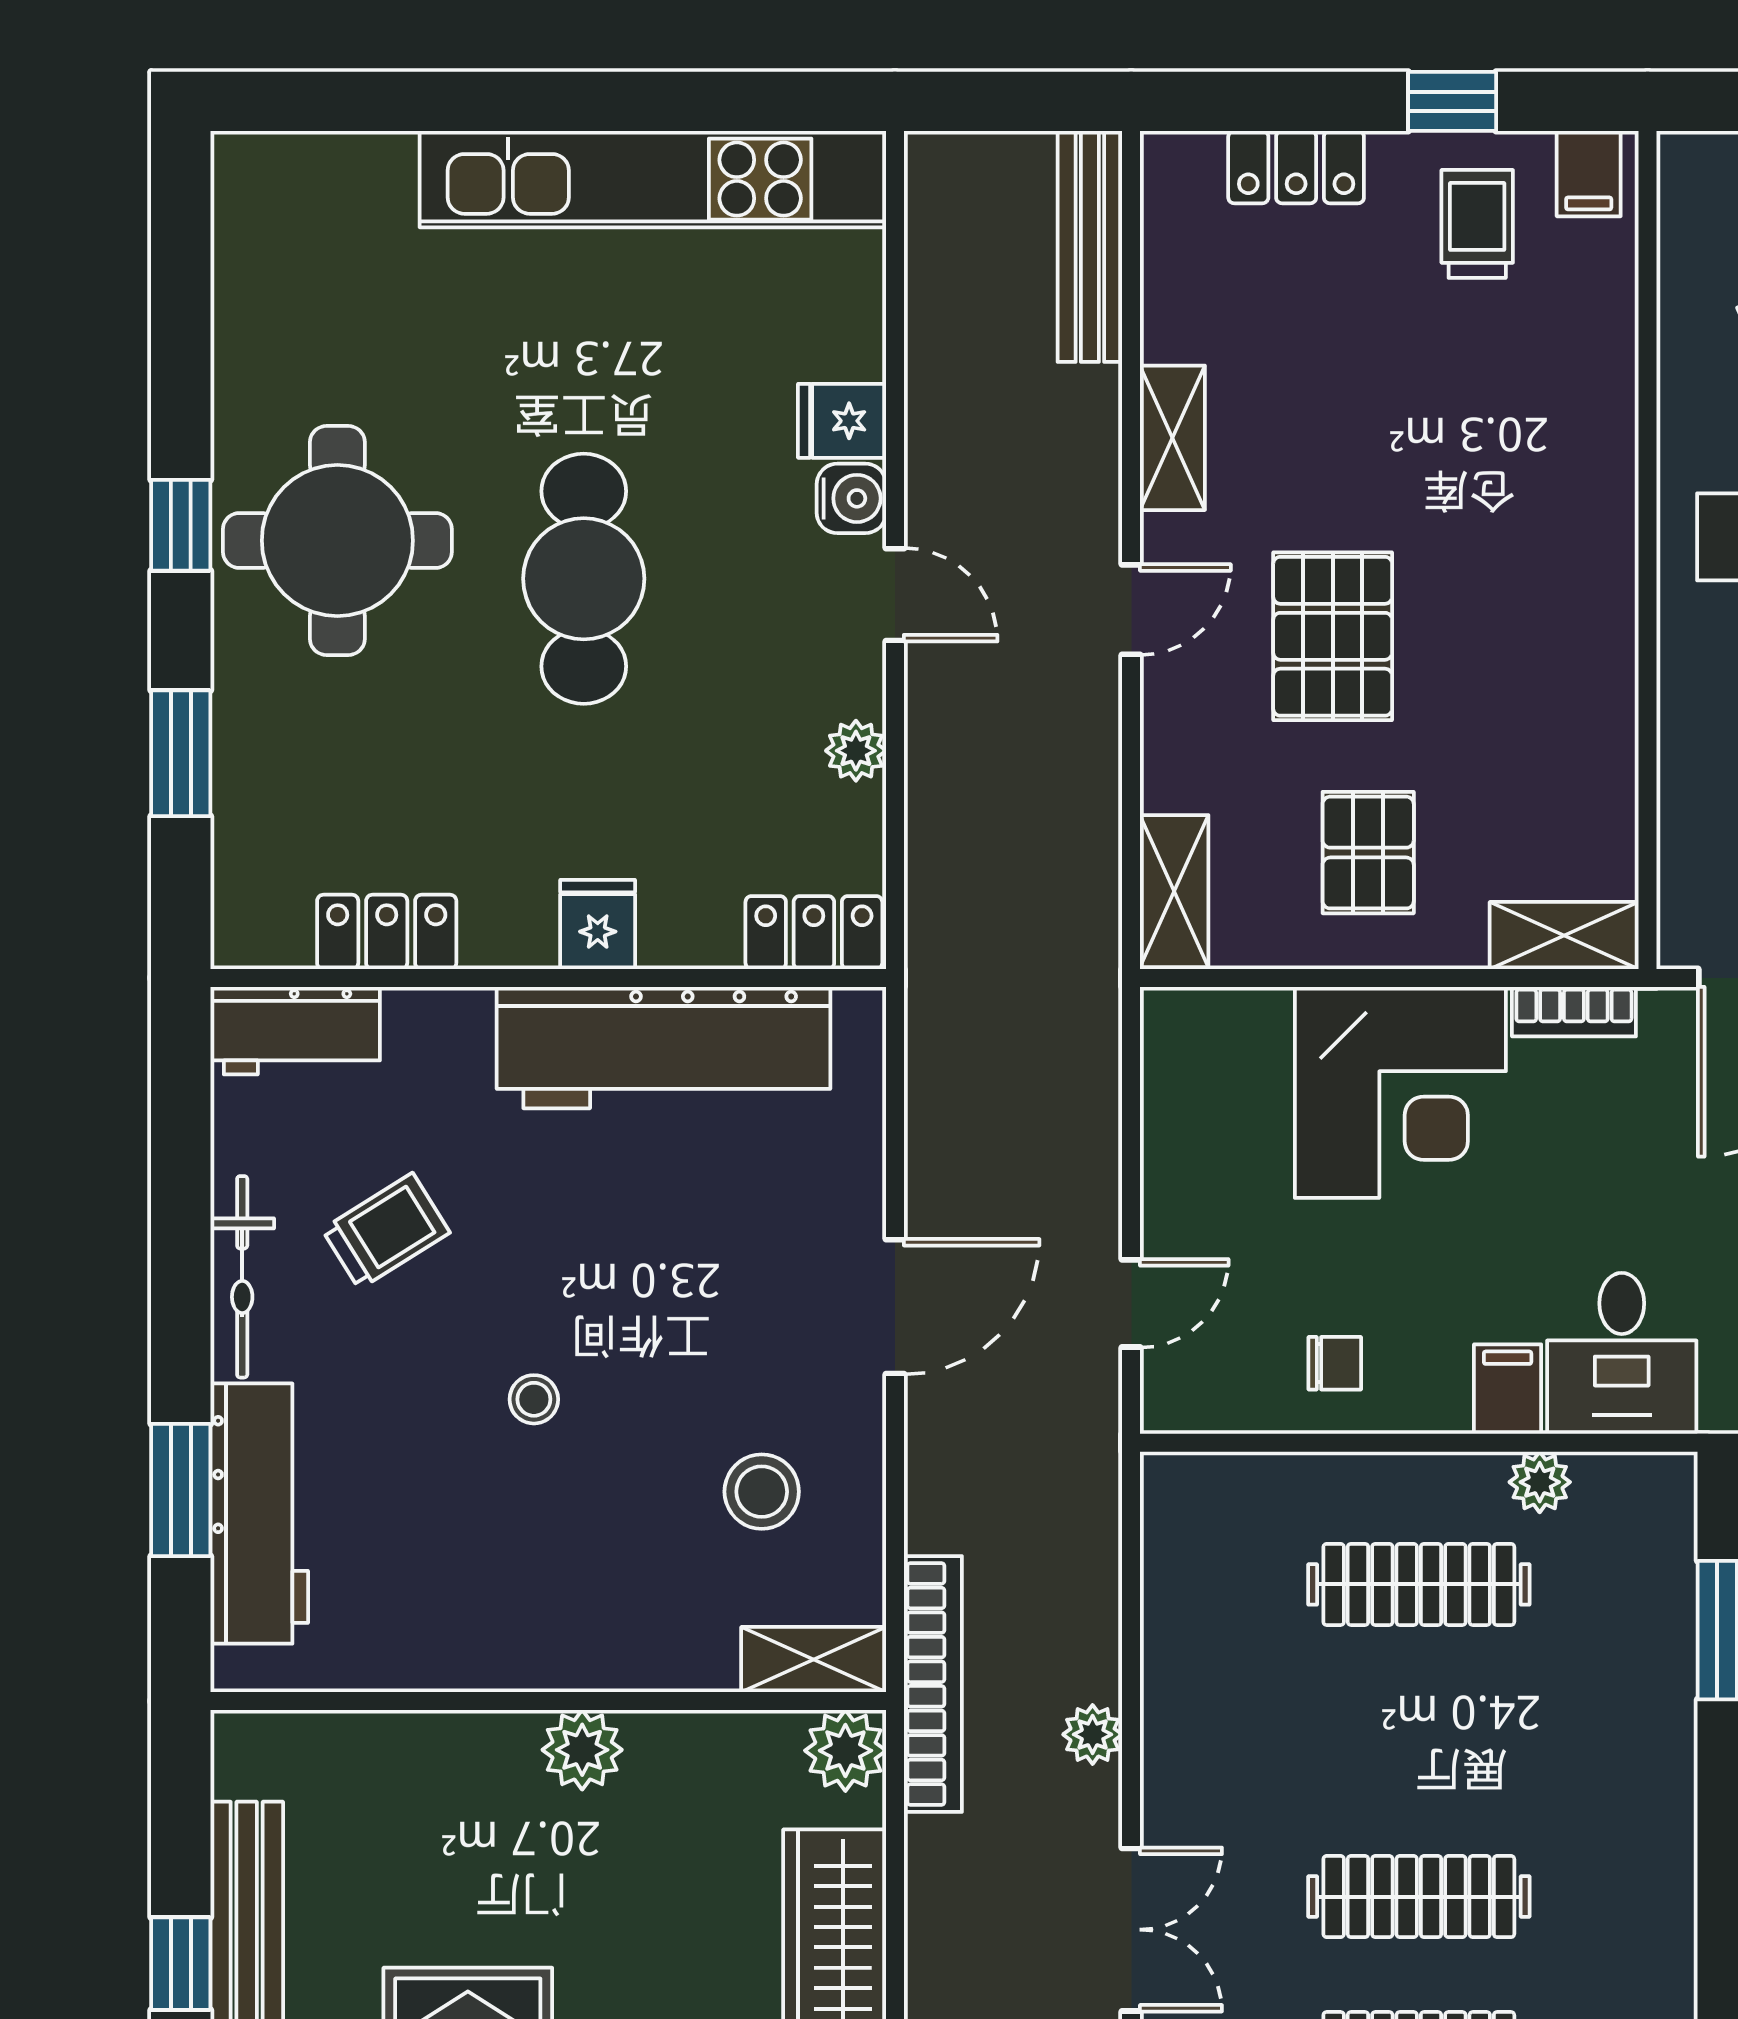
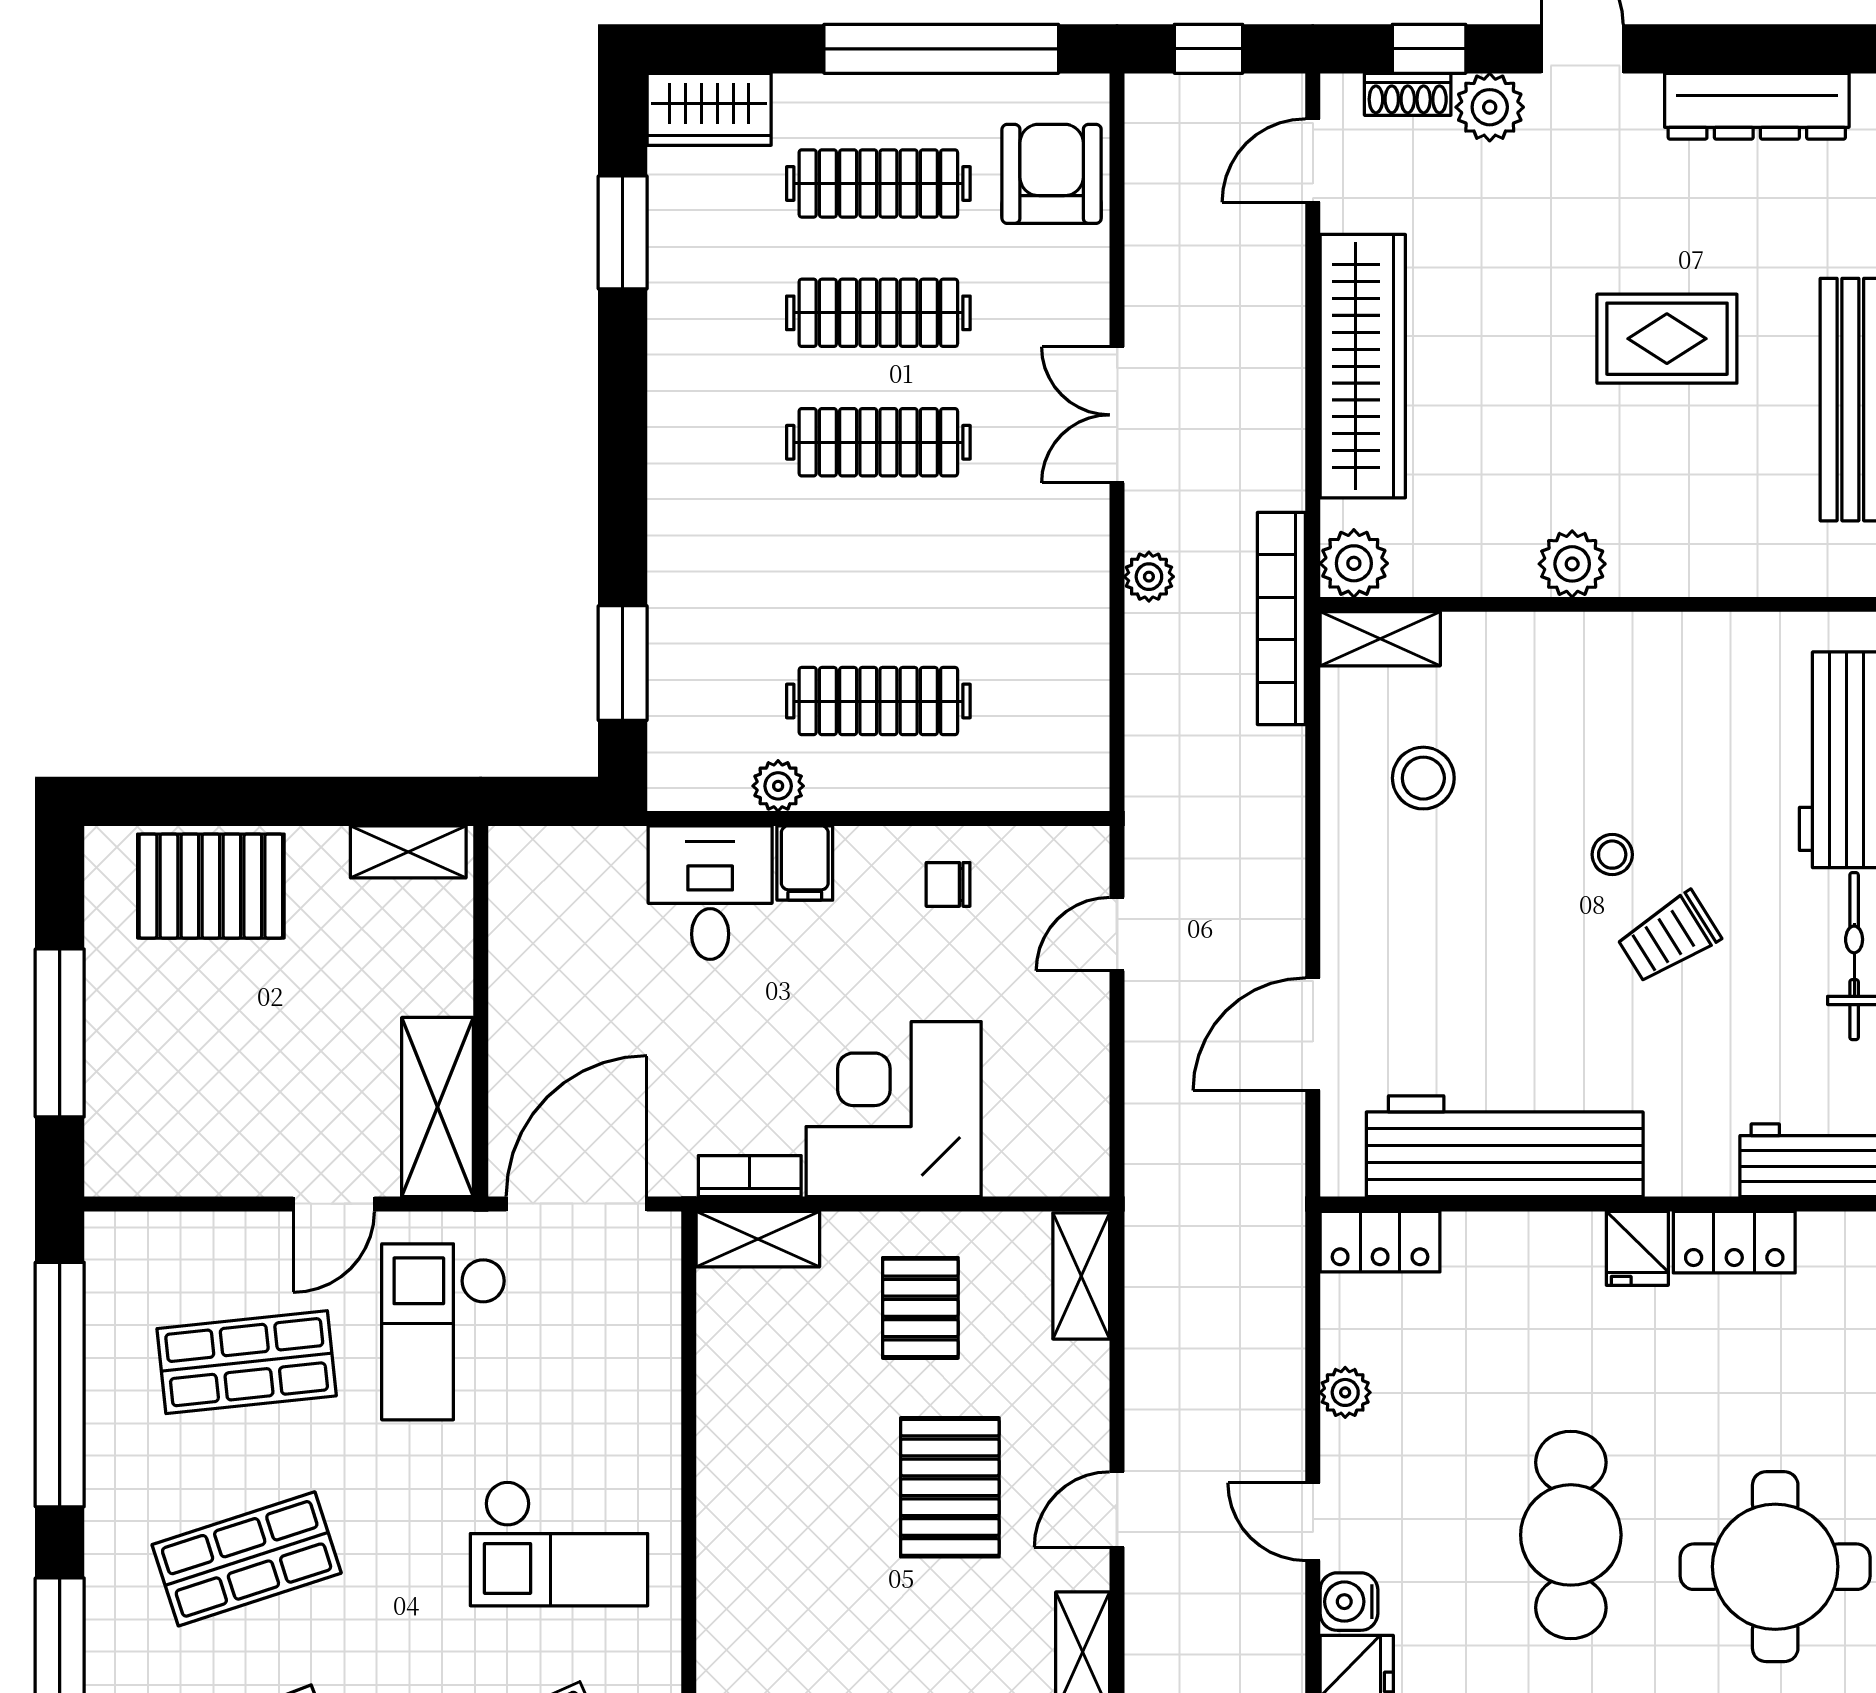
fridge: (598, 924) -> (1637, 1248), moved
trolley: (386, 1231) -> (1669, 937), moved
door: (895, 1307) -> (1313, 1034), moved

